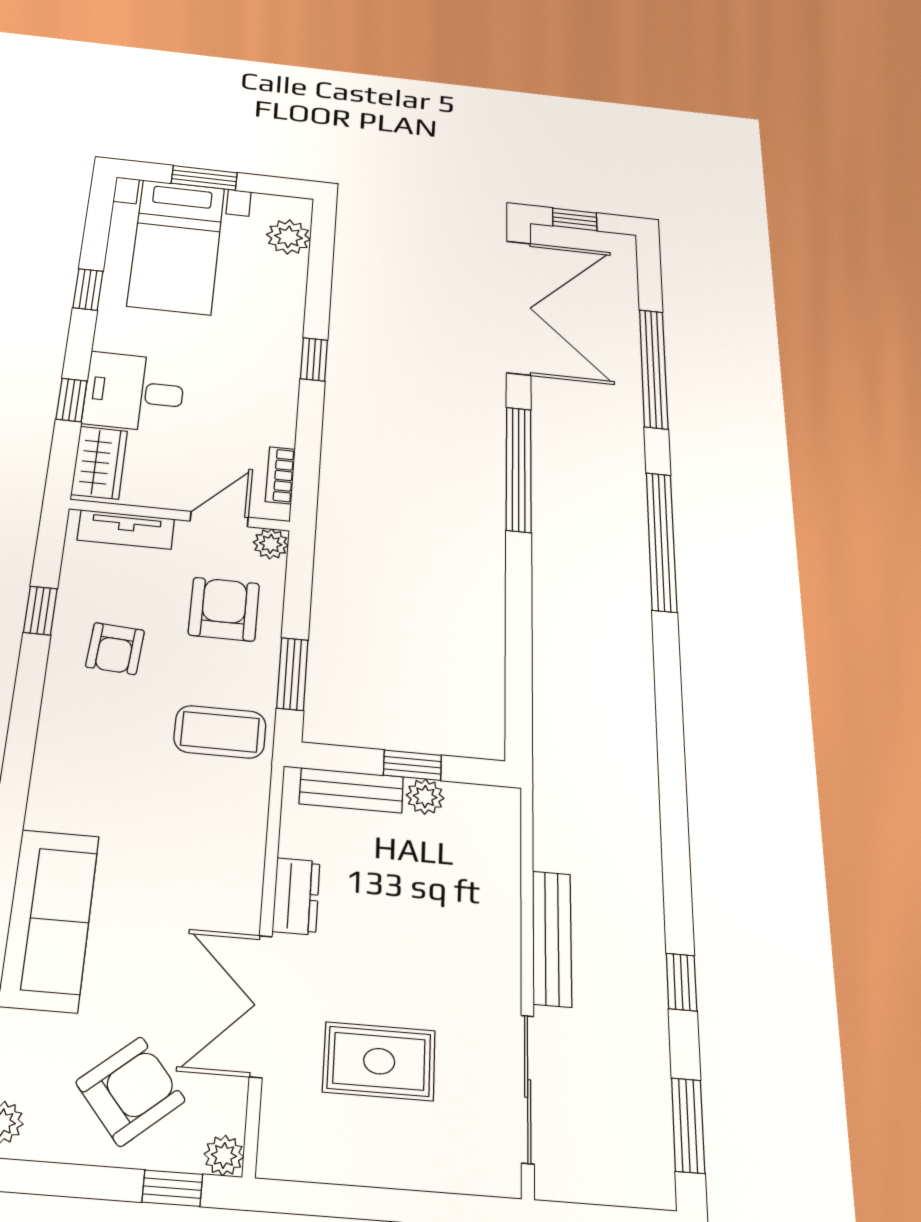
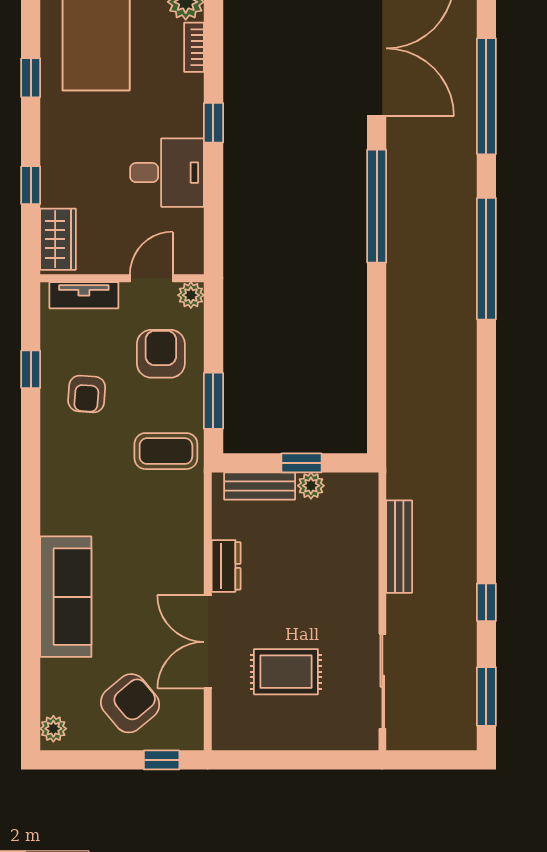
desk: (134, 392) -> (167, 173), moved, turned 180
bookcase: (280, 475) -> (194, 47), moved
bench: (552, 938) -> (399, 547), moved
plant: (224, 1155) -> (192, 738), removed

